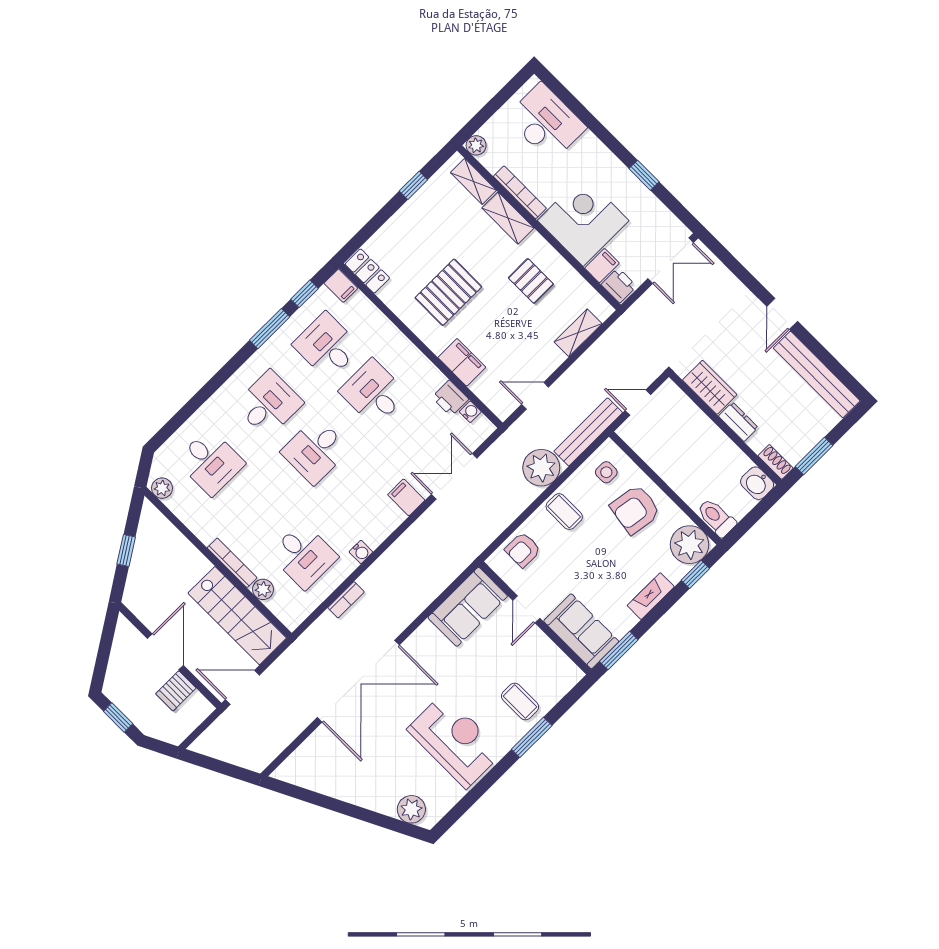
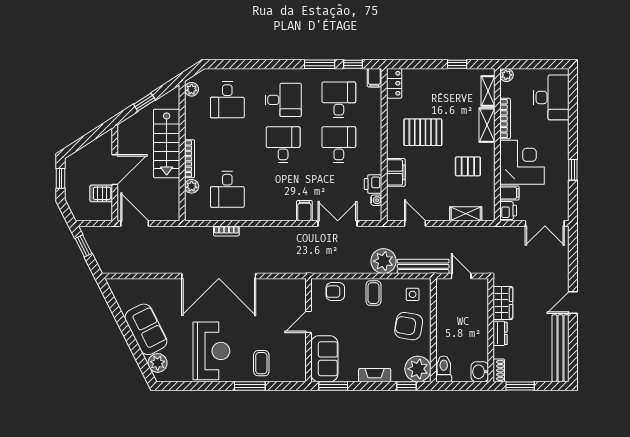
pallet: (531, 281) -> (468, 166), turned 90
desk: (315, 451) -> (283, 145), turned 90
water cooler: (361, 552) -> (257, 215), removed
sofa: (468, 607) -> (146, 329), moved, turned -117
stairs: (237, 616) -> (167, 143), moved
double door: (358, 681) -> (219, 276), moved
window: (212, 764) -> (84, 246), added

